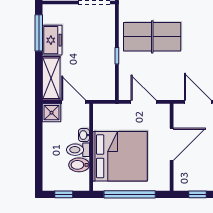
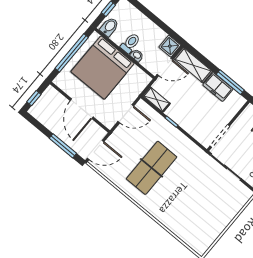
table tennis table: (152, 37) -> (152, 168), moved
shelving: (108, 85) -> (157, 100), added
bidet: (79, 165) -> (109, 27), moved

